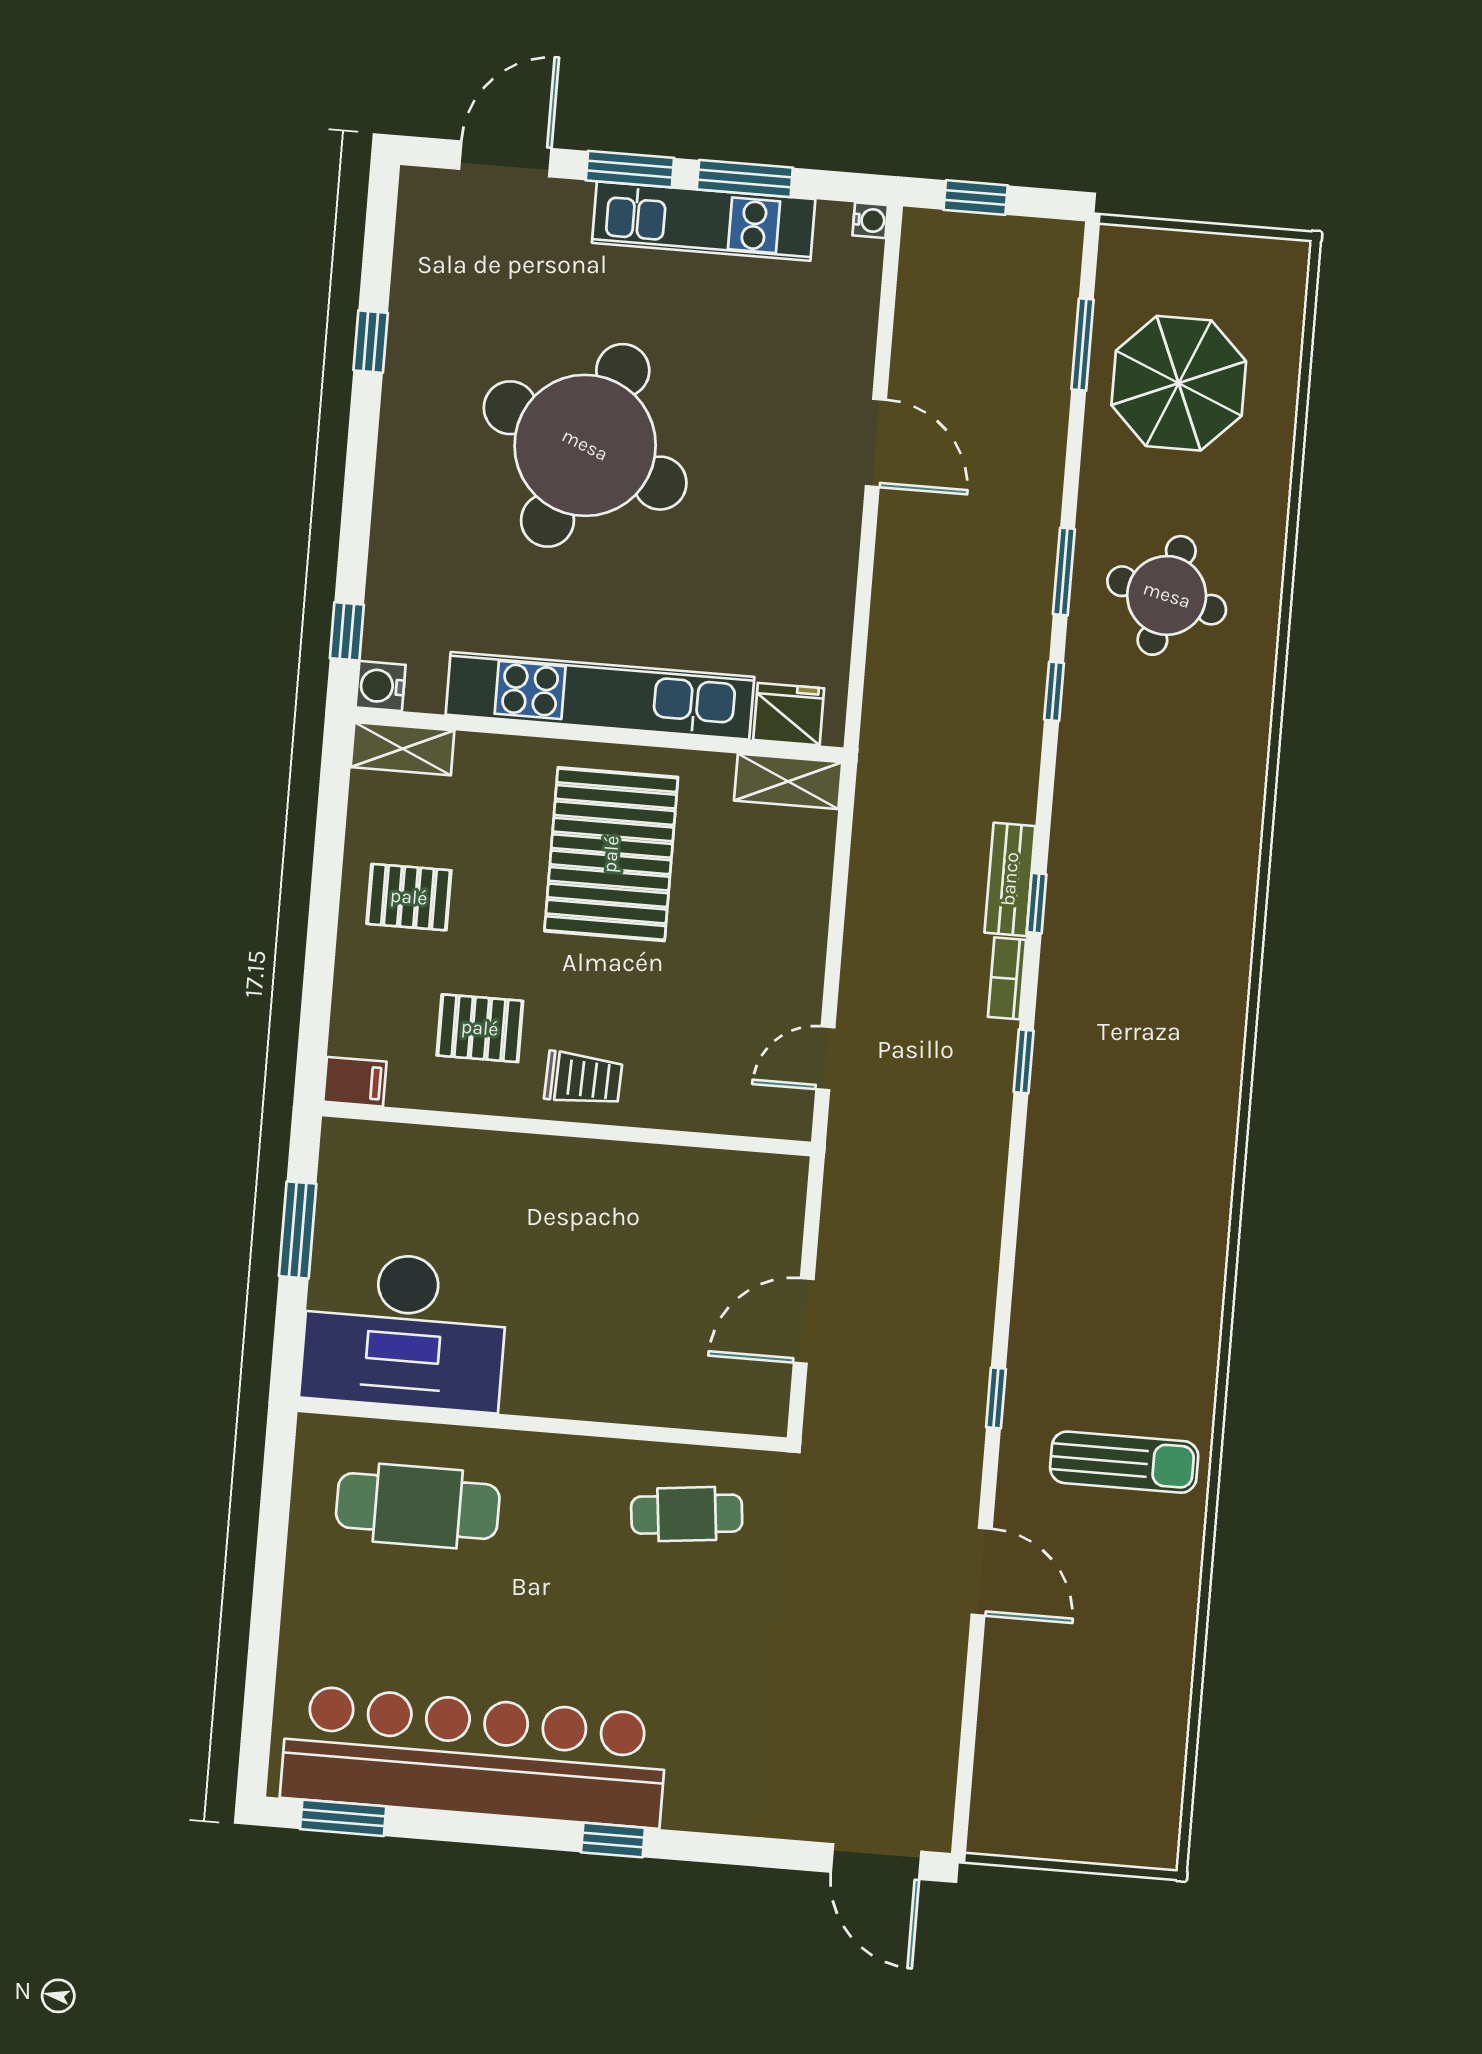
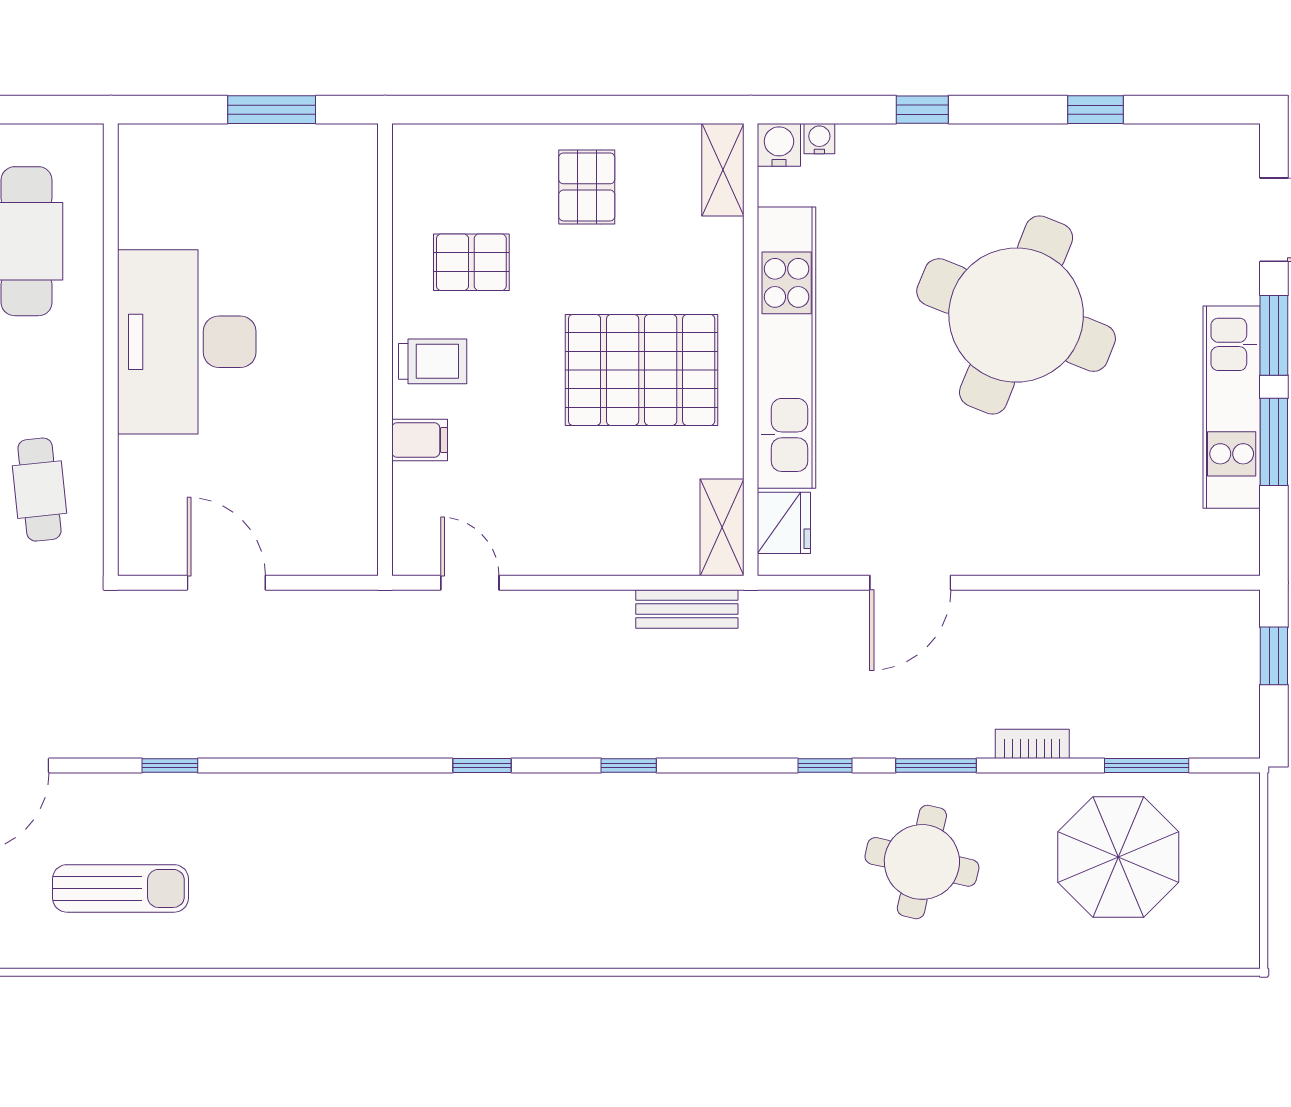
water cooler: (870, 220) -> (819, 139), moved, turned 180
door: (876, 443) -> (910, 583), moved
window: (347, 631) -> (922, 110), moved
bench: (1010, 879) -> (687, 609), moved
bookcase: (1007, 978) -> (1032, 744), moved
pallet: (480, 1028) -> (471, 262), turned 90
trolley: (583, 1079) -> (433, 361), turned -92
filing cabinet: (355, 1082) -> (420, 440), moved, turned -90
desk: (404, 1331) -> (187, 342), moved
sun lounger: (1124, 1462) -> (120, 888), turned -90

